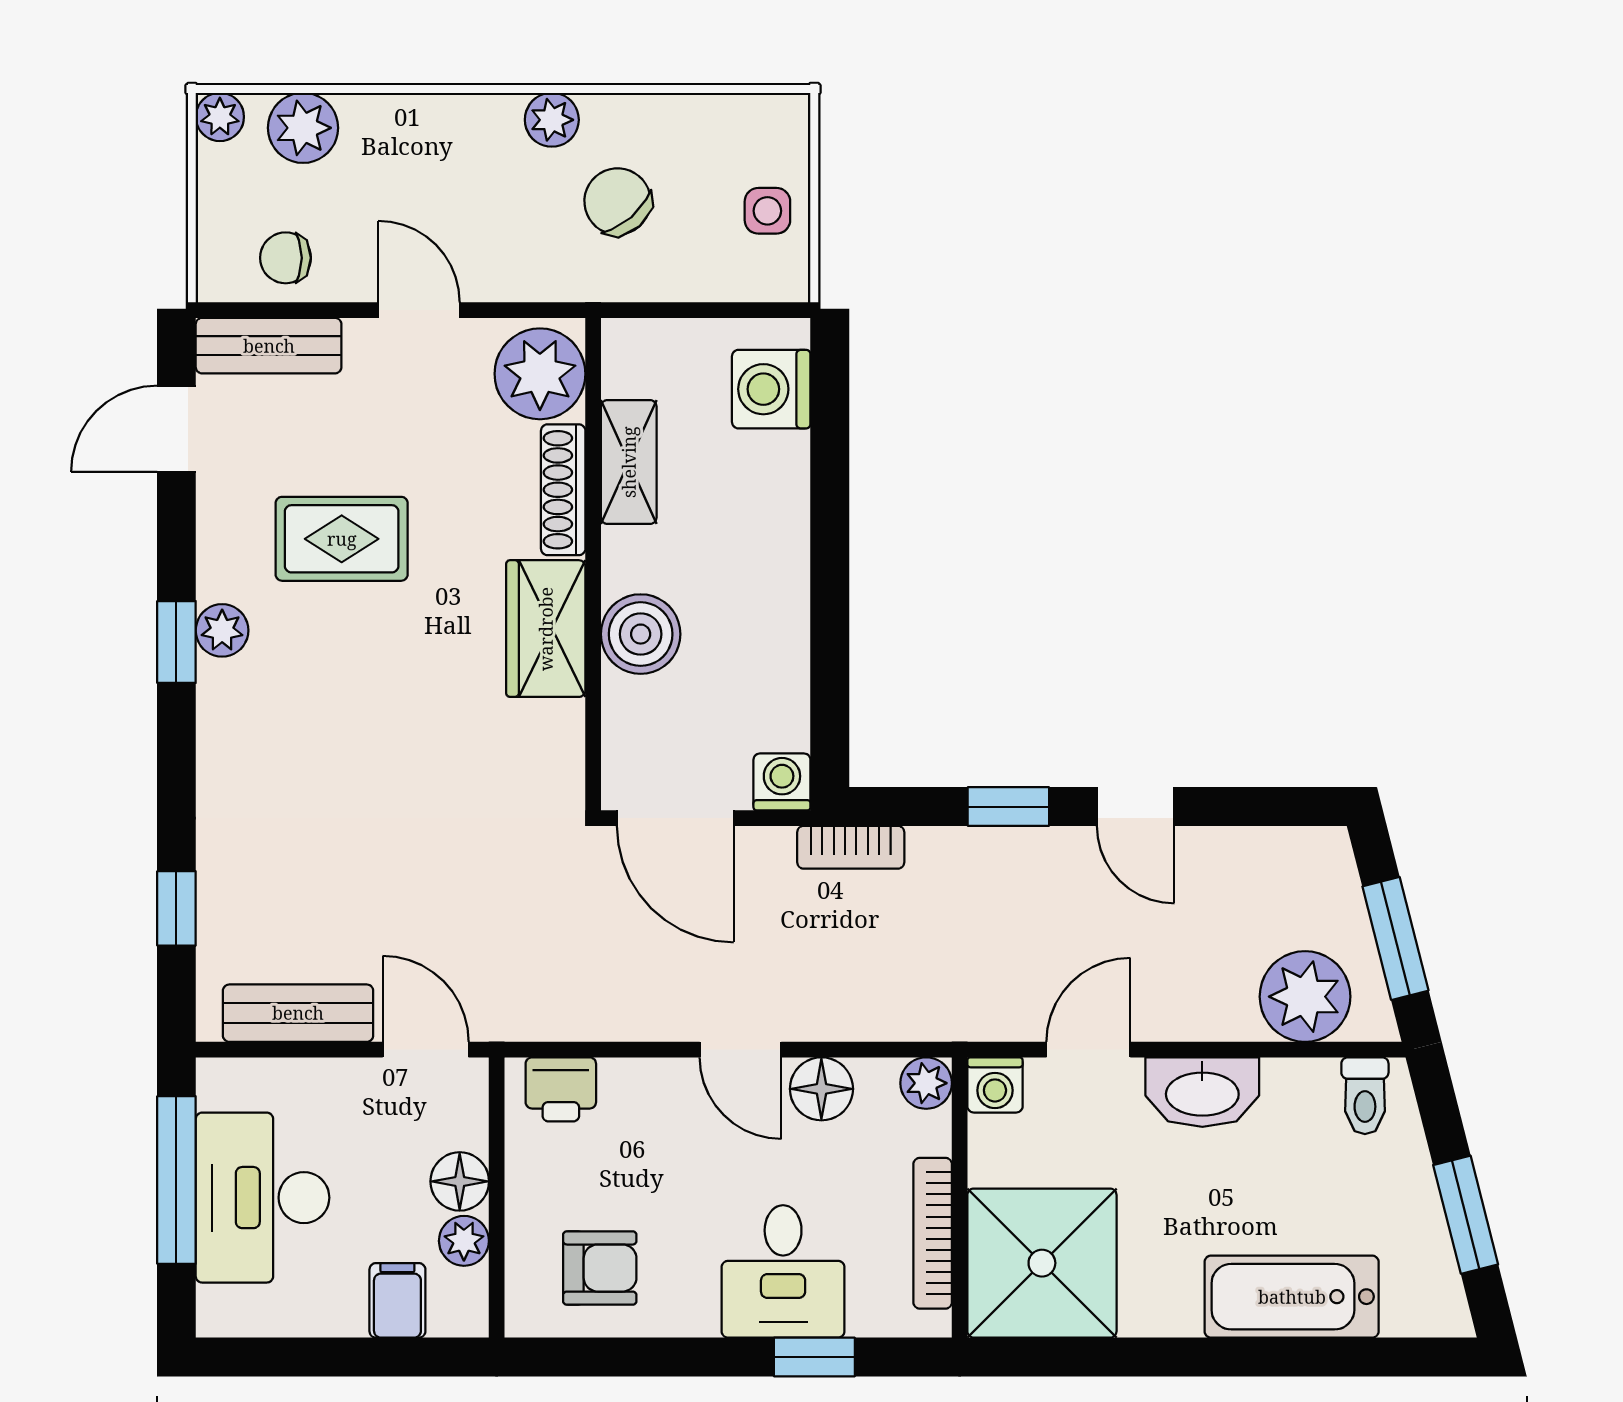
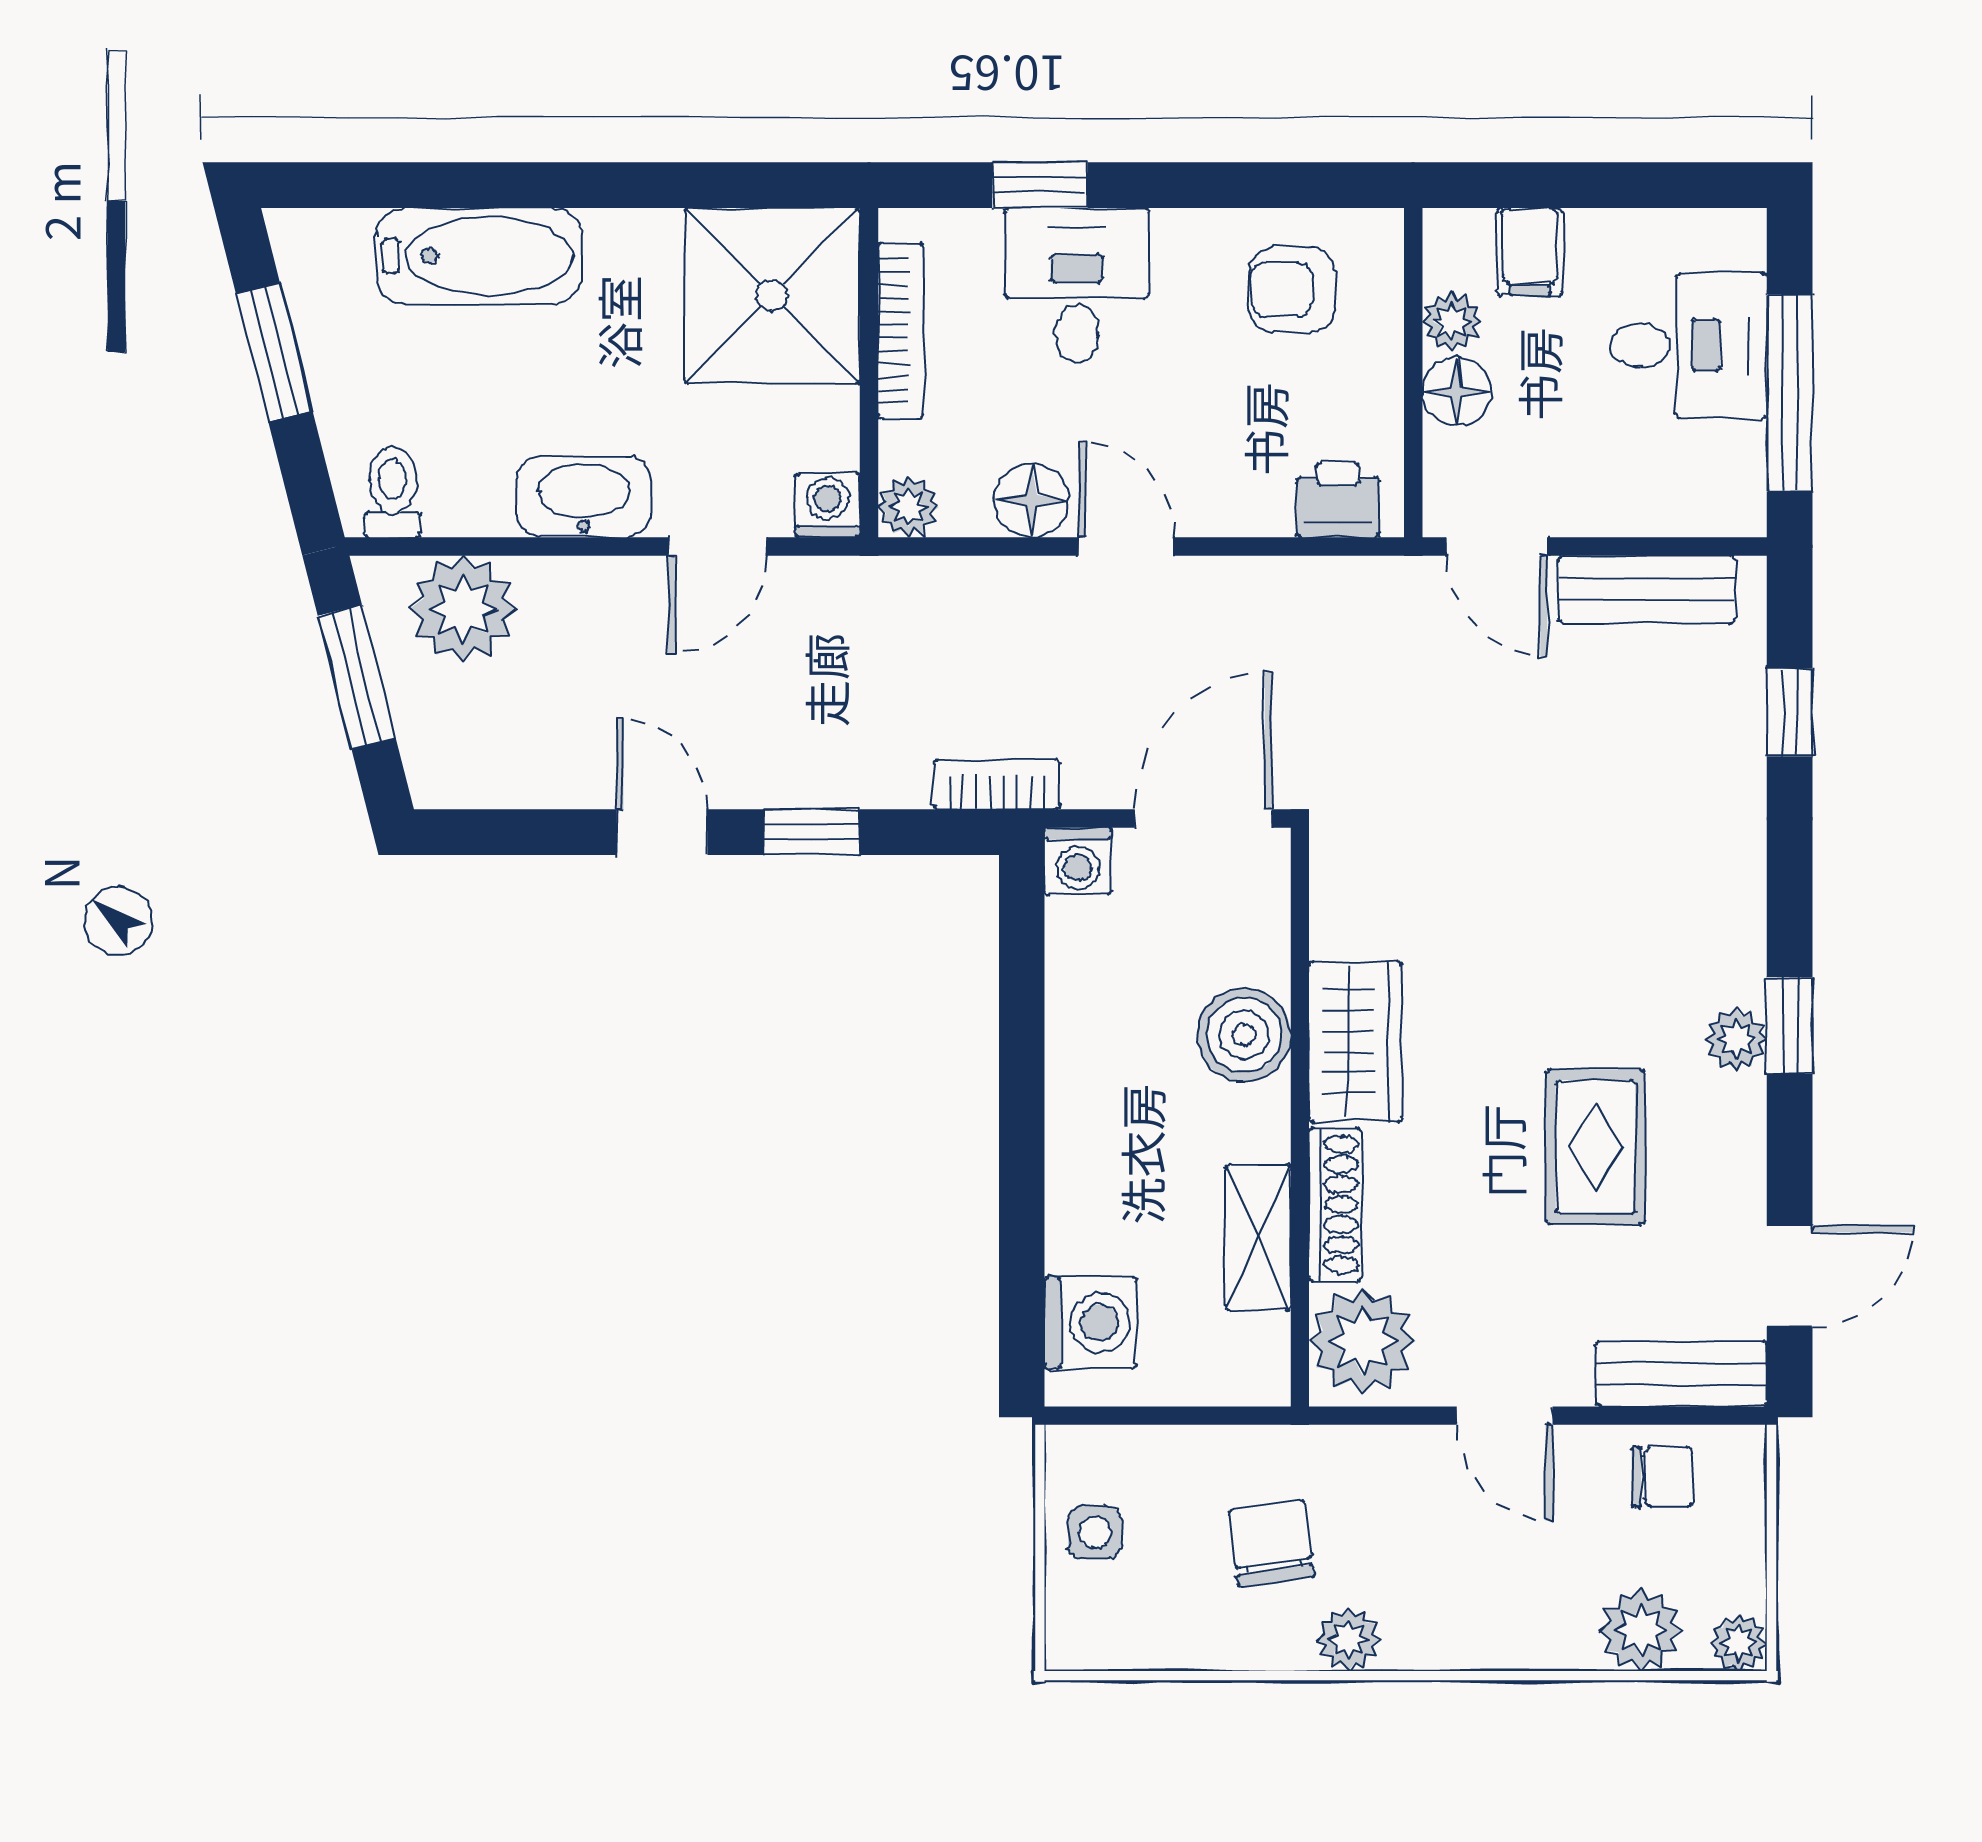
chair: (618, 201) -> (1271, 1543), turned -147
rug: (342, 539) -> (1595, 1147), turned 90
door: (675, 818) -> (1203, 819), hinge flipped
desk: (262, 1198) -> (1688, 345), width x0.73

